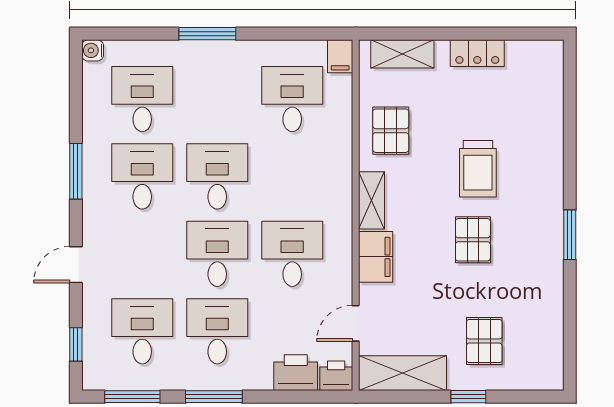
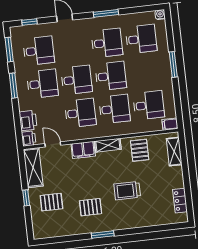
locker: (477, 53) -> (180, 201), moved
pallet: (391, 131) -> (140, 150), turned 90
desk: (292, 176) -> (114, 109), added
pallet: (473, 240) -> (91, 207), moved

